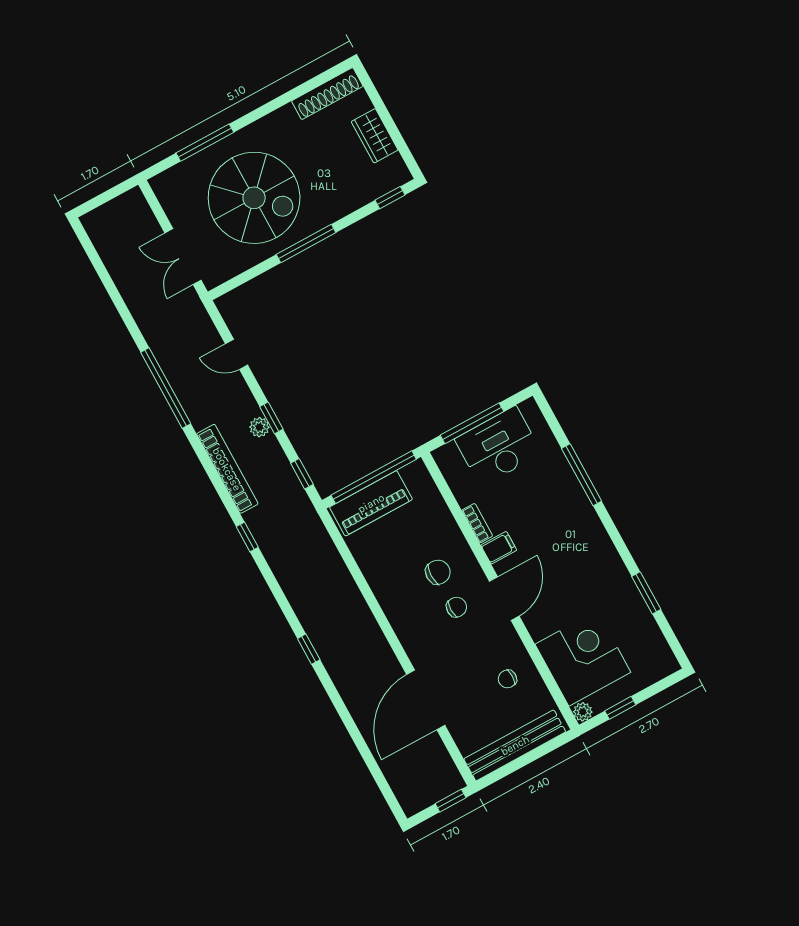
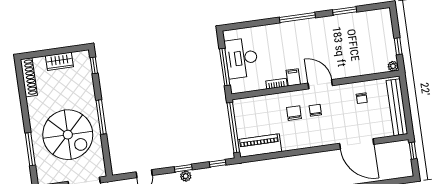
spiral stairs: (254, 198) -> (68, 135), turned 90
window: (582, 475) -> (297, 18), moved
piano: (371, 503) -> (260, 146), moved, turned -90
corner desk: (583, 658) -> (366, 56), removed

